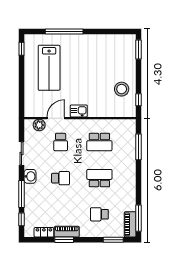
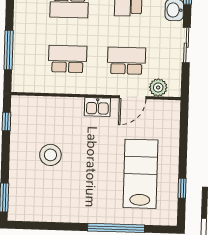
window: (21, 49) -> (182, 188), moved
stool: (122, 89) -> (50, 155), moved
school desk: (61, 142) -> (126, 61), width x1.85

